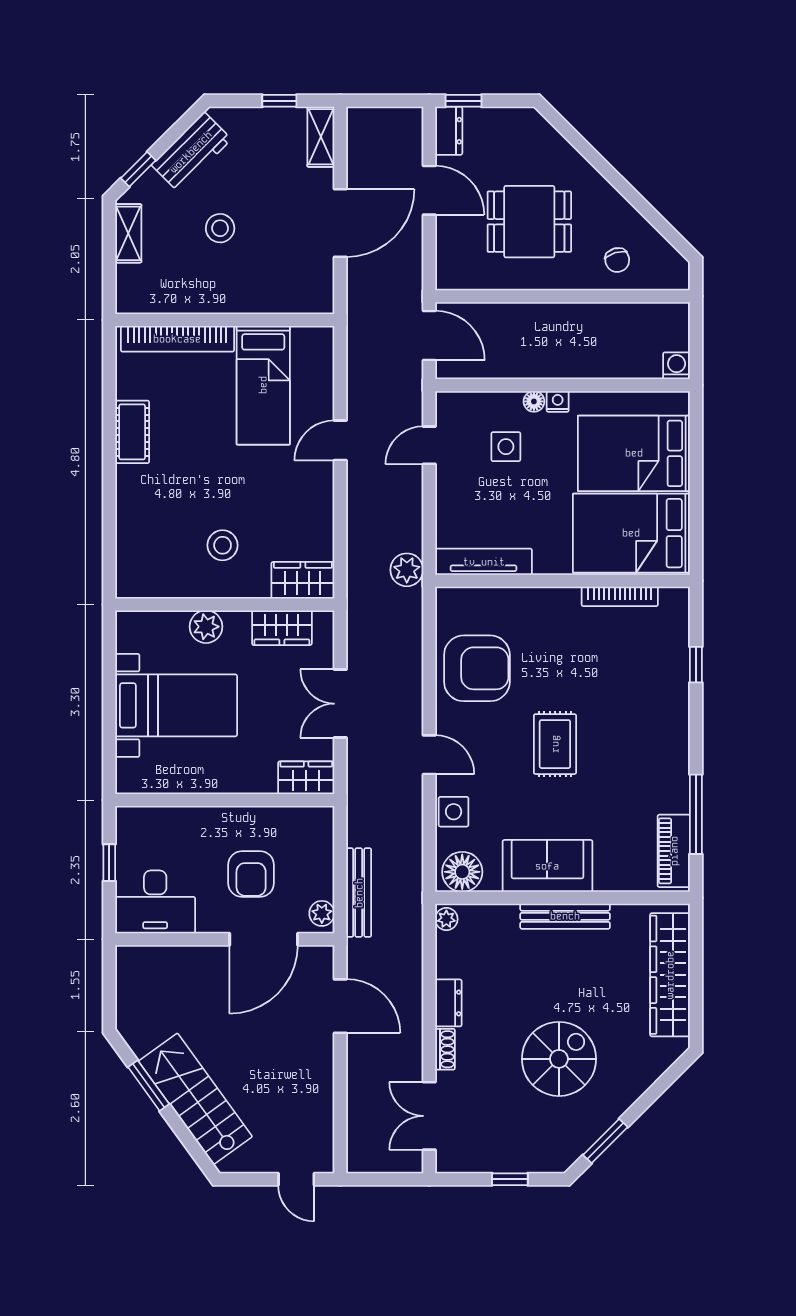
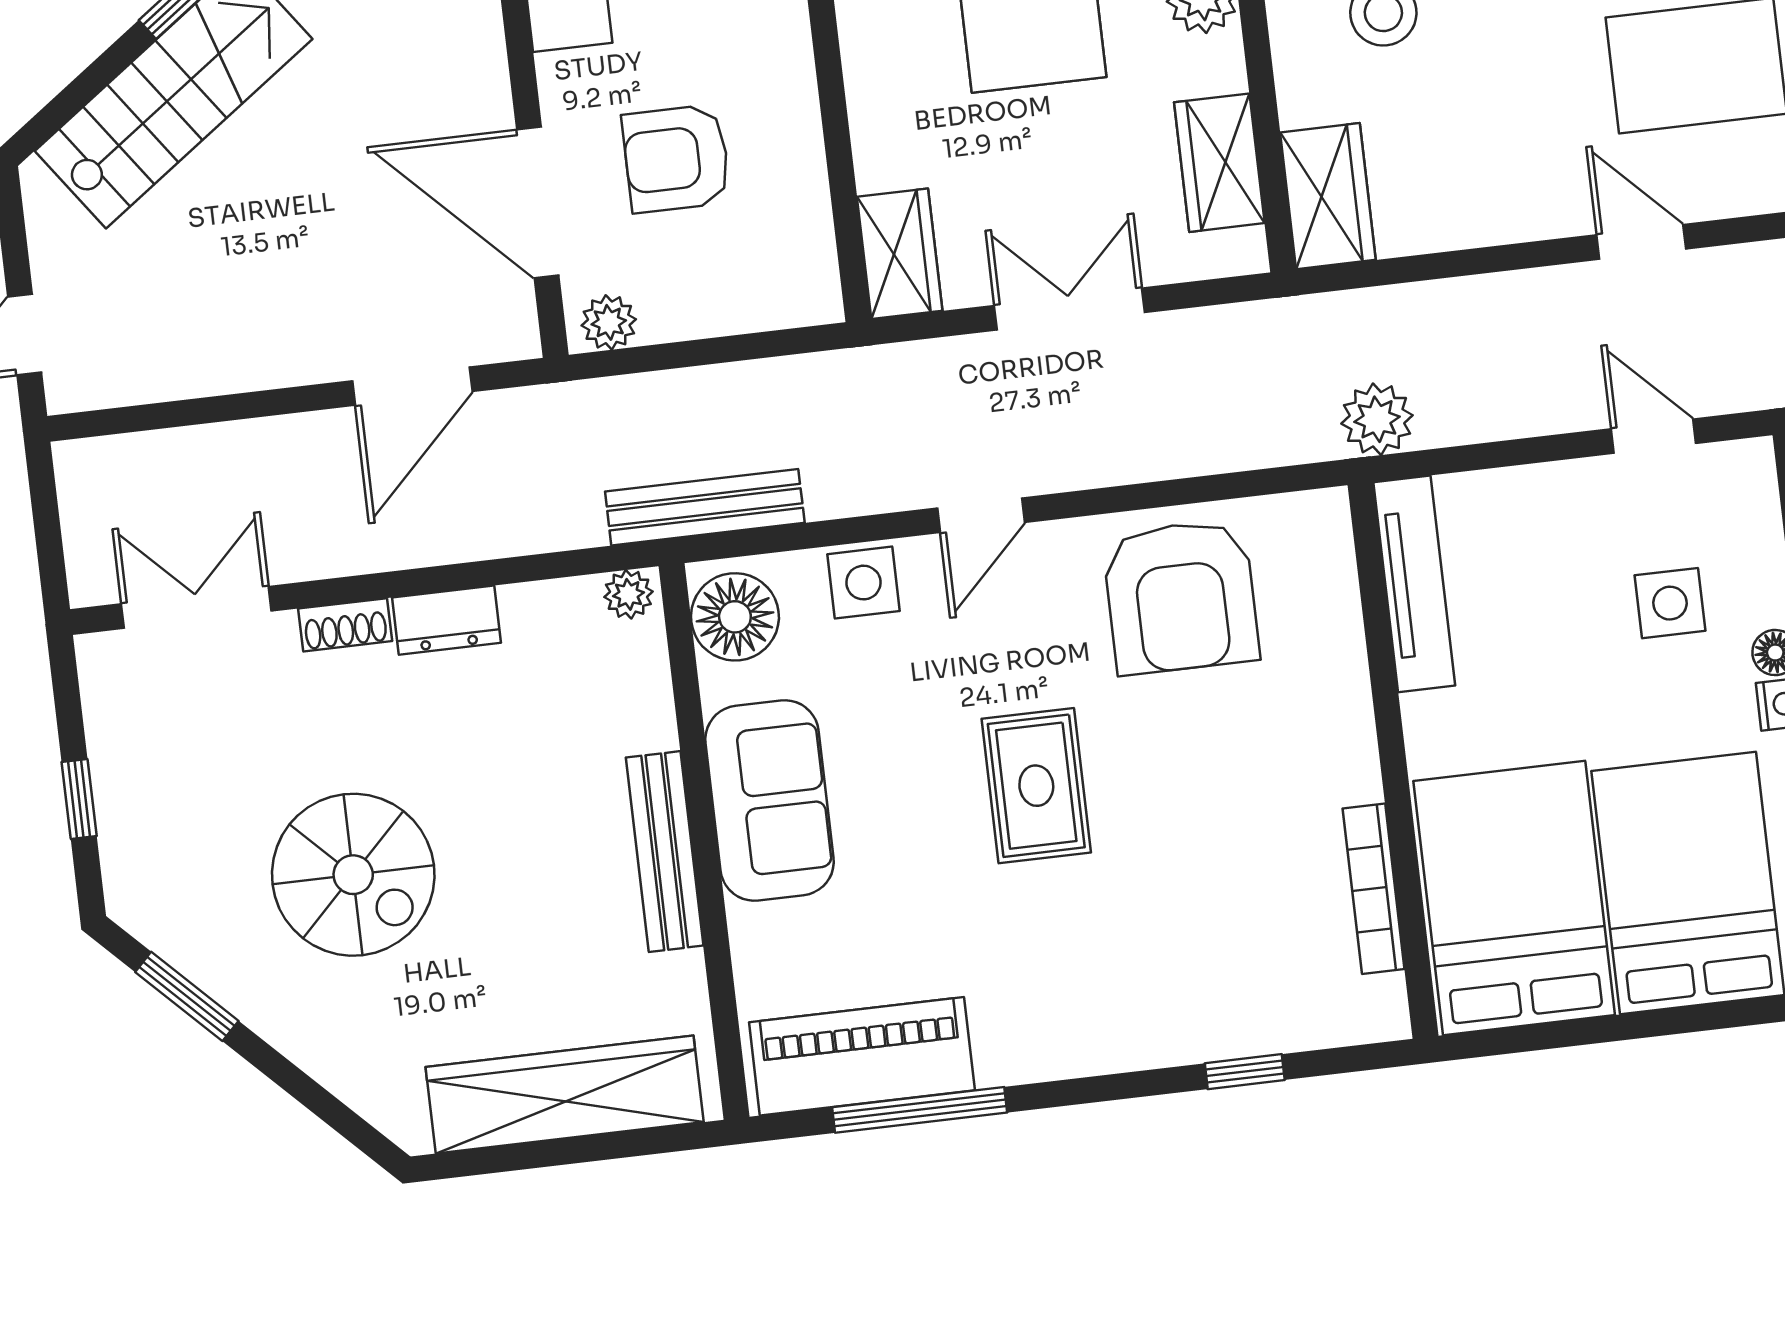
rug: (555, 744) -> (1036, 786), turned 90
piano: (674, 851) -> (862, 1056), width x1.37, depth x1.33
bench: (359, 893) -> (705, 507), moved

